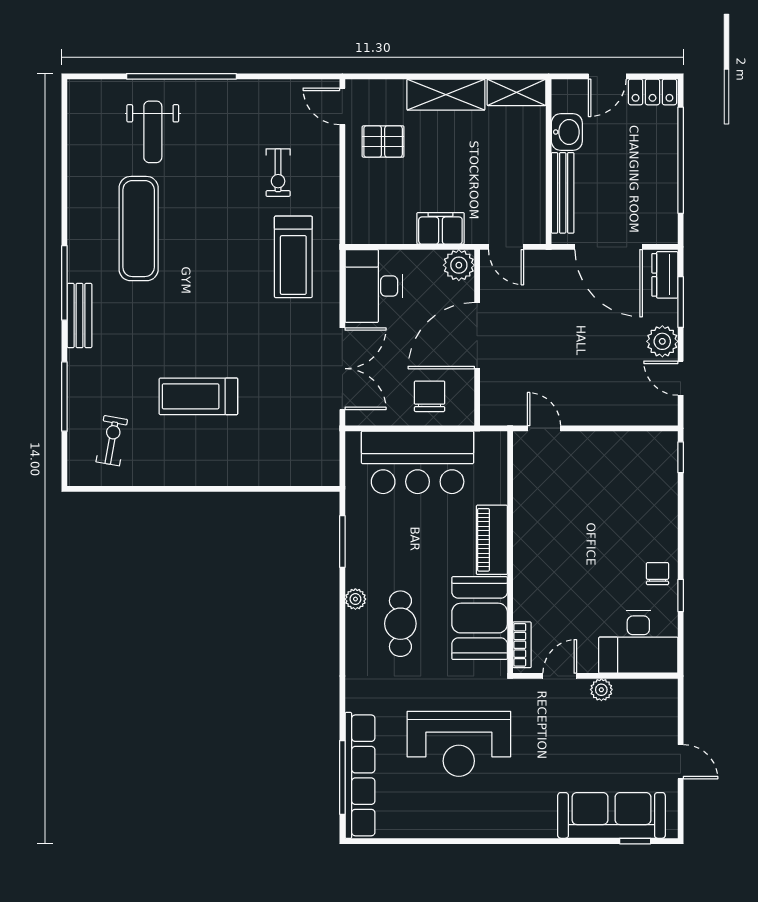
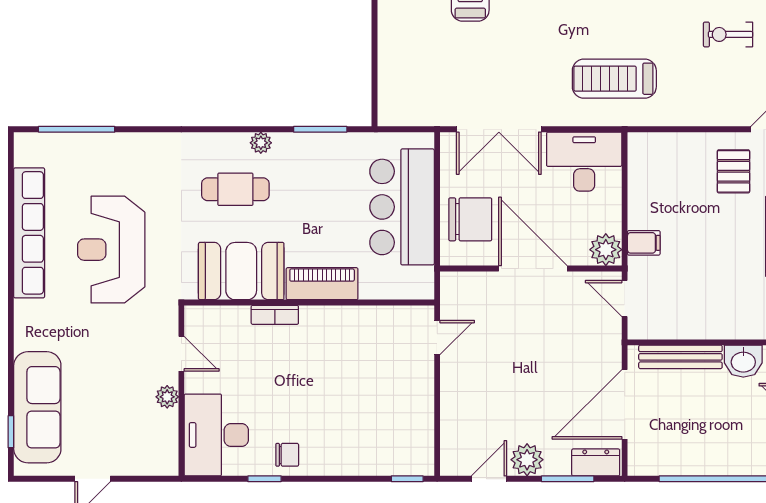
exercise bike: (278, 173) -> (728, 34), moved
filing cabinet: (440, 228) -> (644, 243), width x0.50
door: (506, 247) -> (625, 298), hinge flipped
chair: (430, 396) -> (470, 219), width x1.37, depth x1.37
bookcase: (522, 645) -> (275, 315), moved
row of seats: (360, 775) -> (29, 233), moved, turned -90

